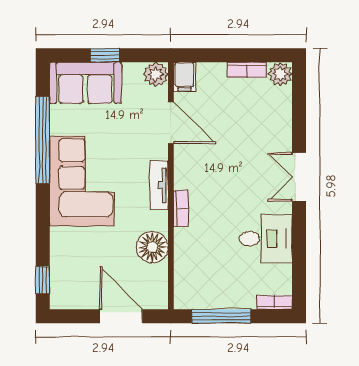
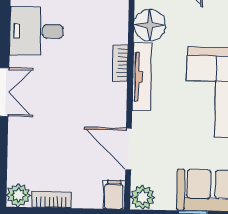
tv unit: (159, 185) -> (142, 77), width x1.41

